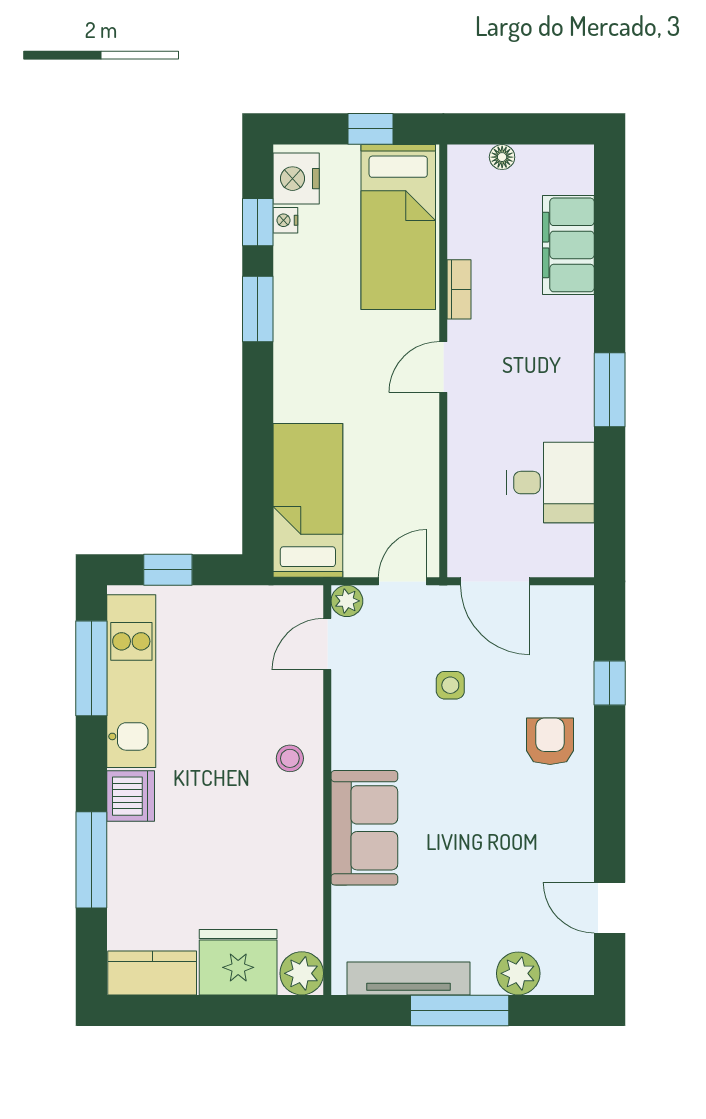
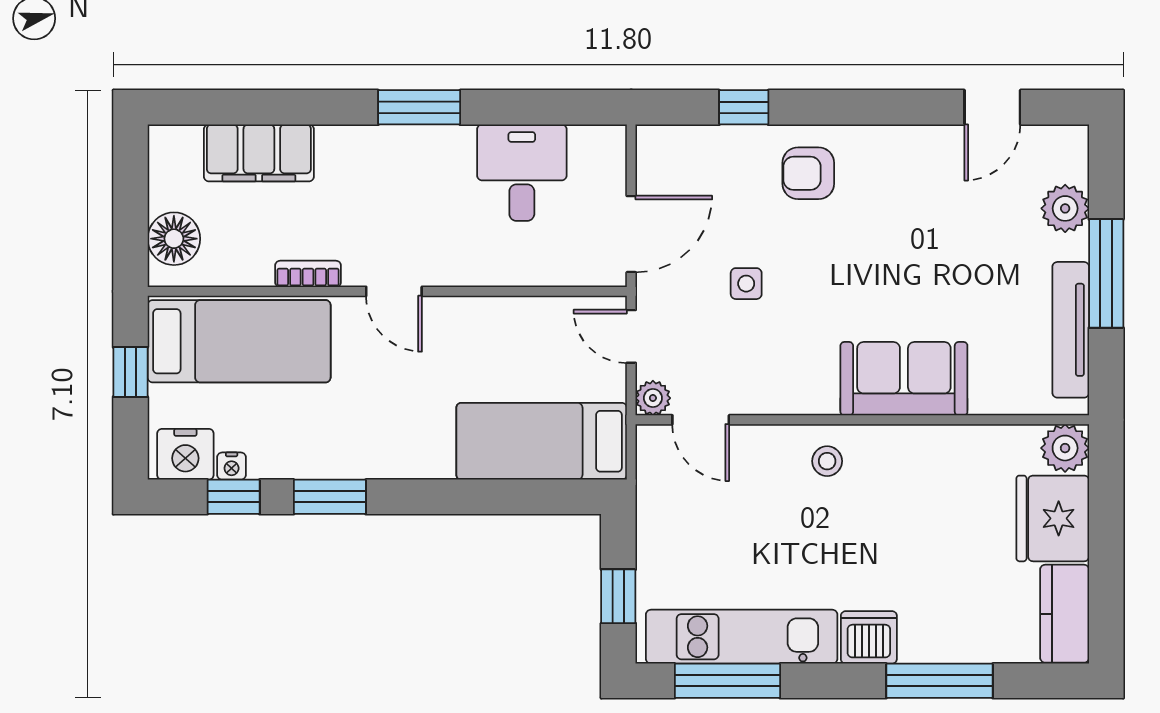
floor lamp: (502, 157) -> (174, 239), width x1.89, depth x1.89

